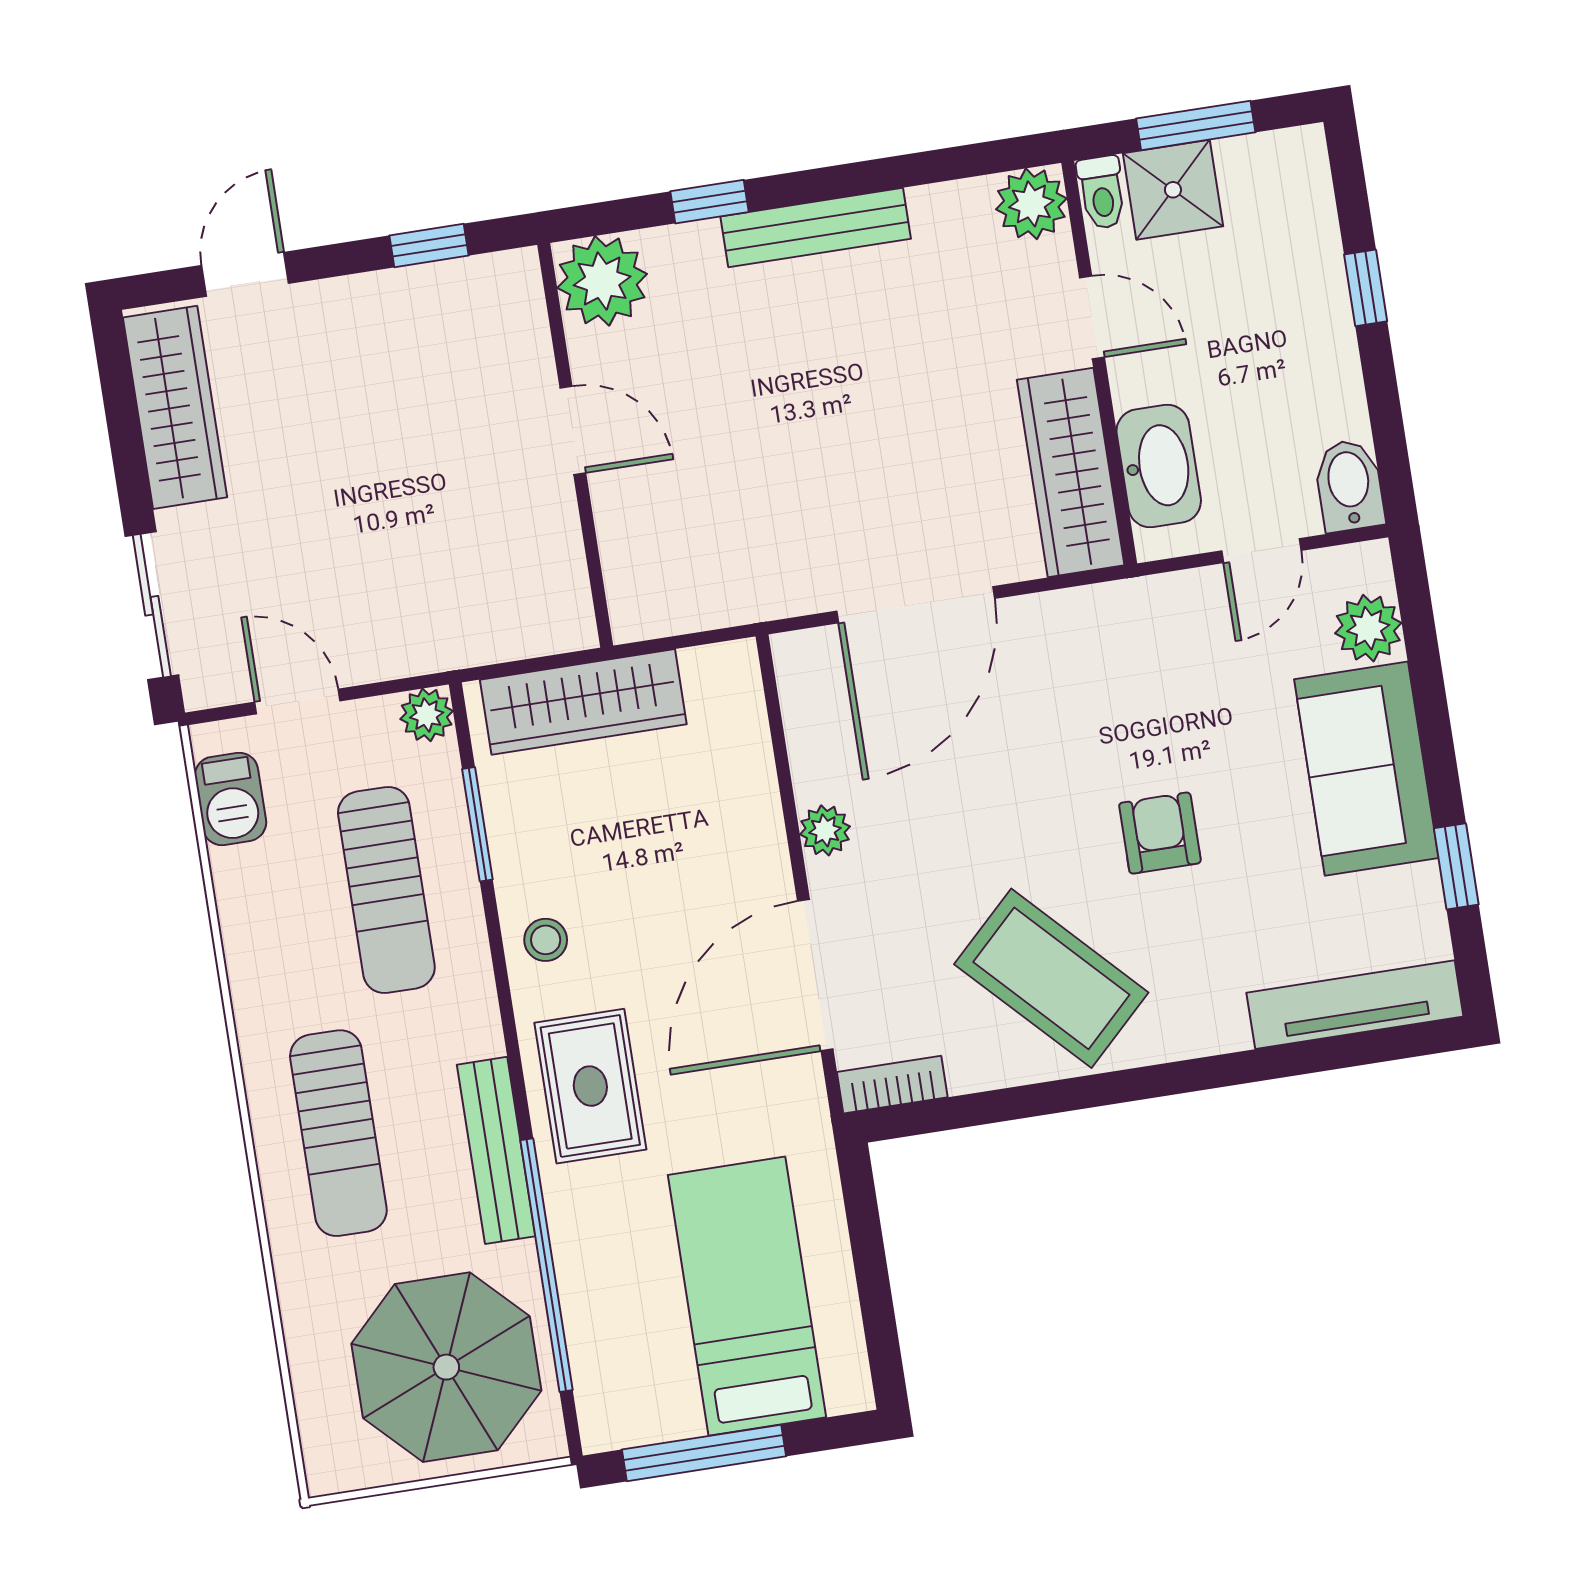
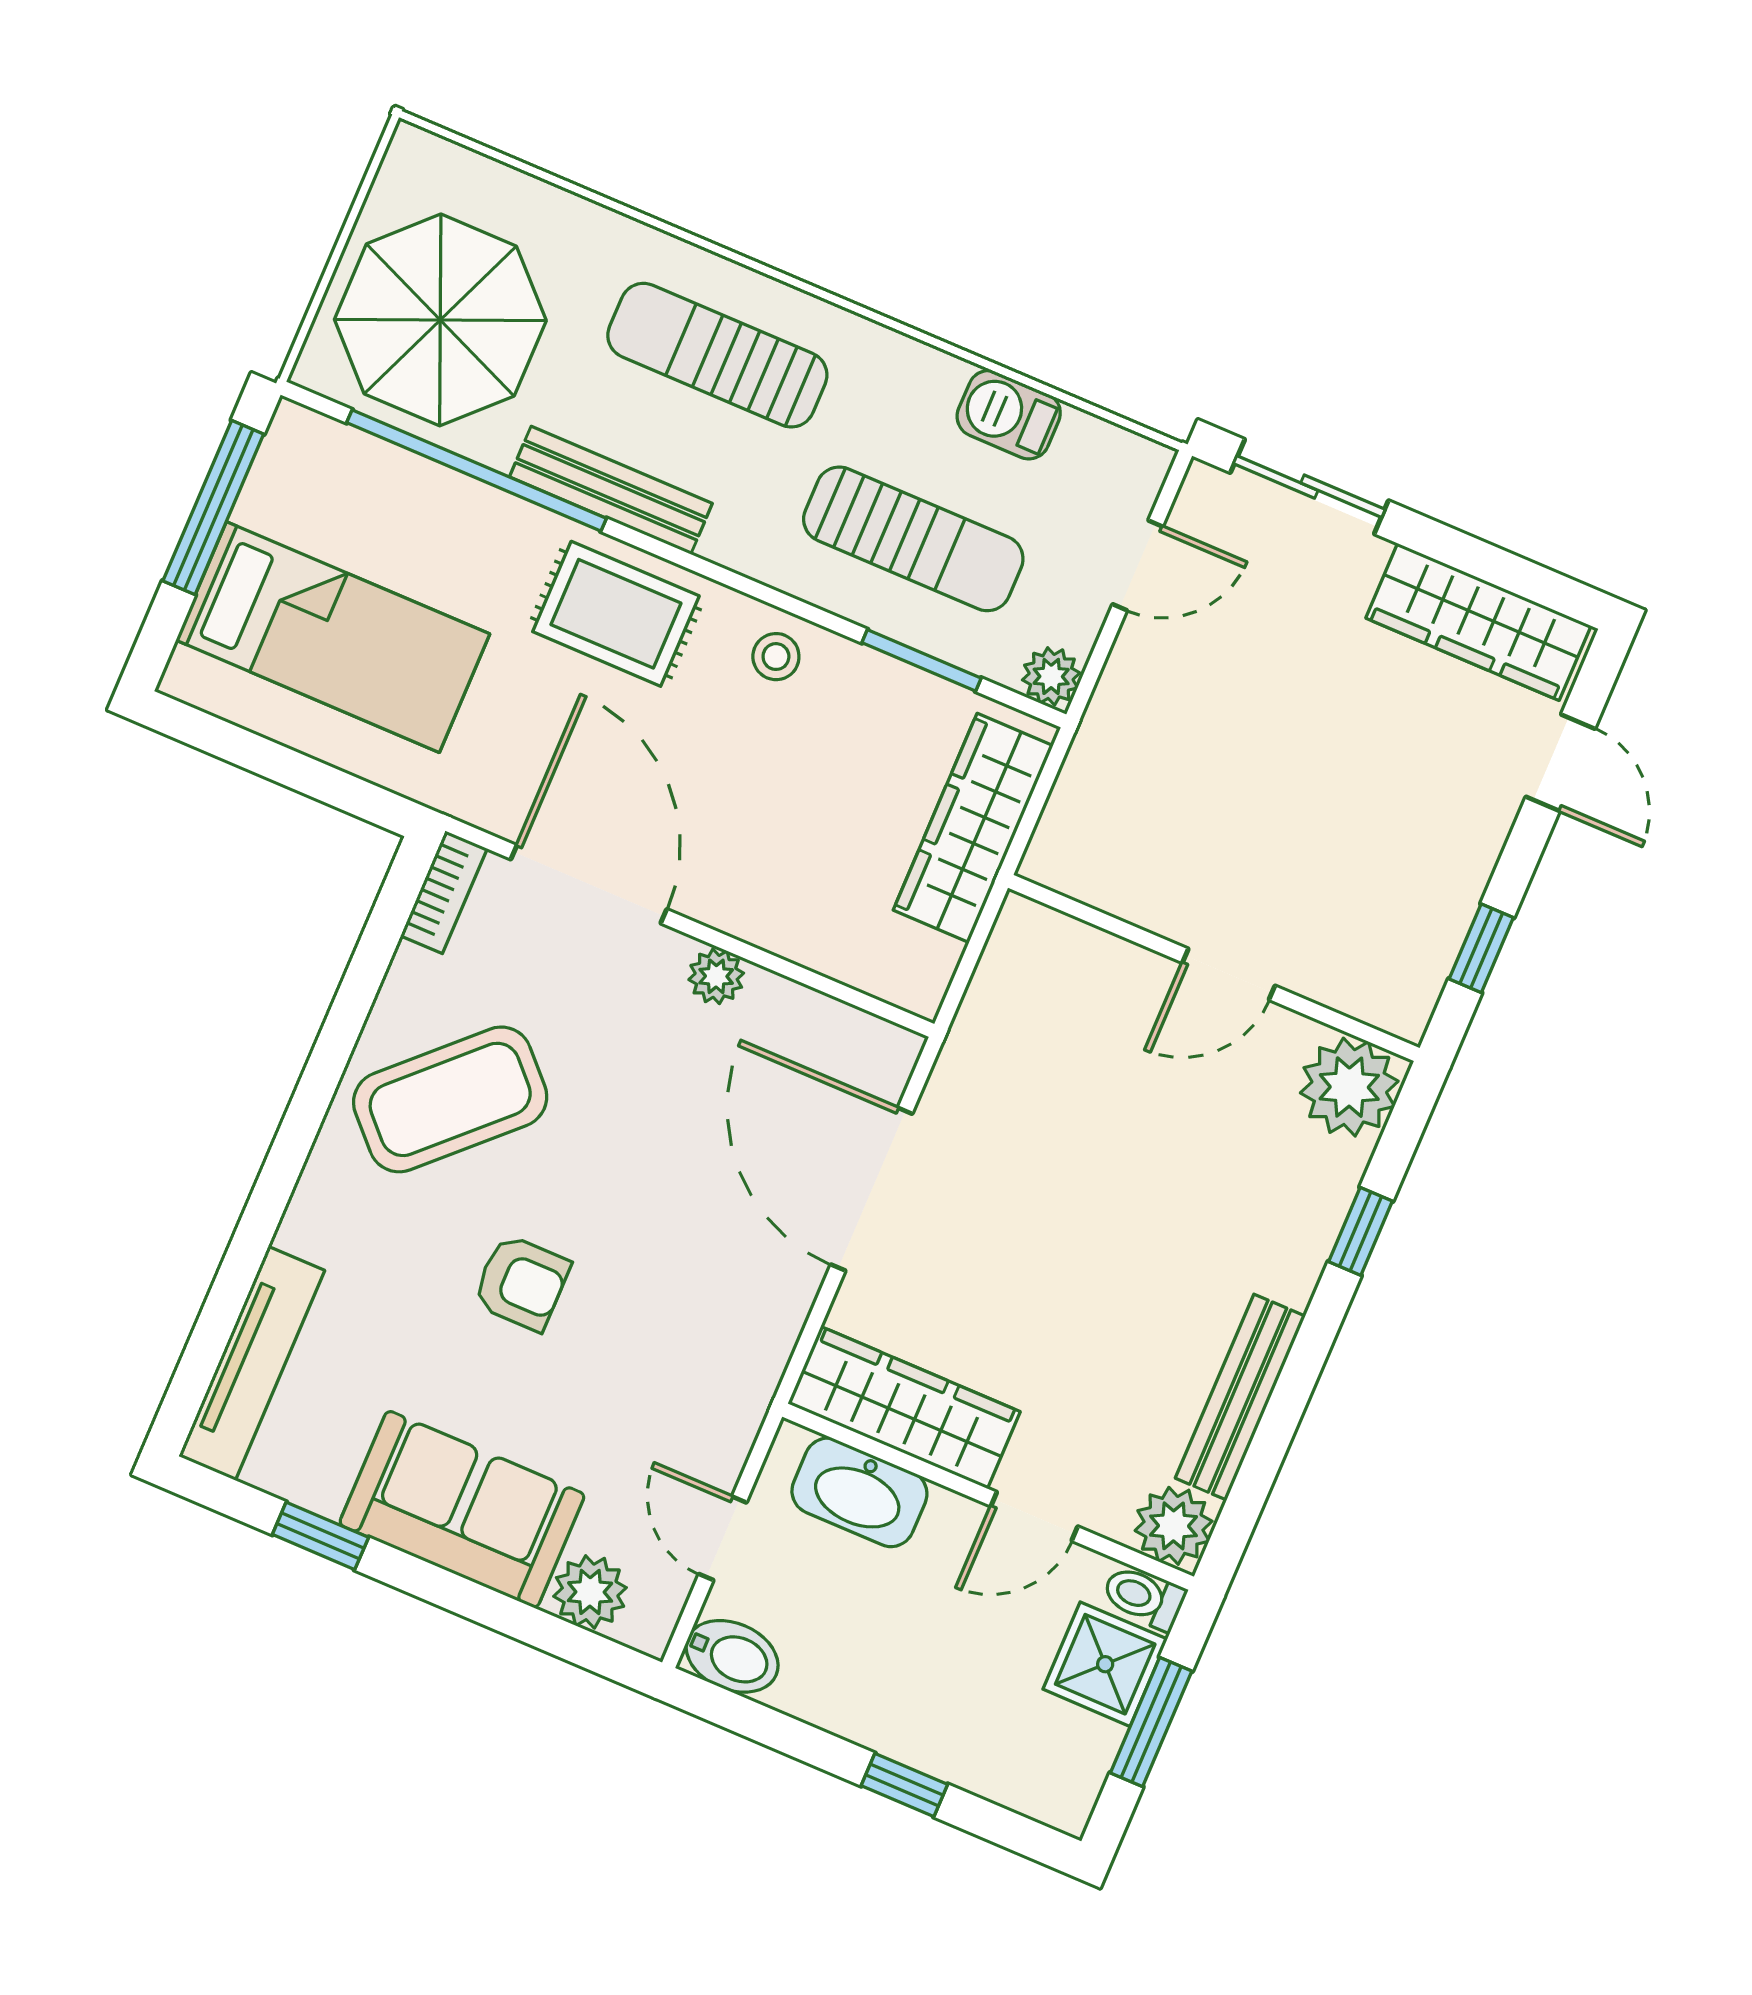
bench: (816, 228) -> (1240, 1397), moved
barbecue: (231, 799) -> (1009, 415), moved
sun lounger: (386, 890) -> (913, 539), turned 180

